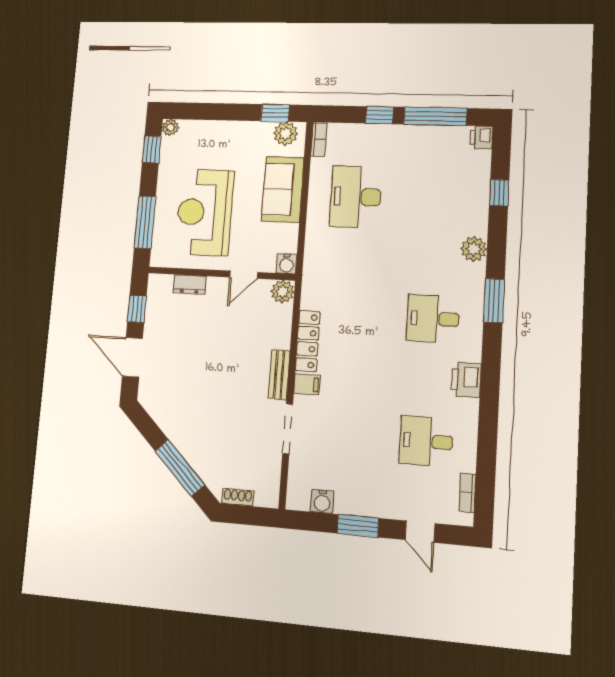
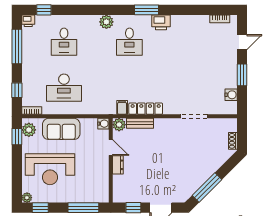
window: (379, 115) -> (17, 90), moved
window: (499, 193) -> (44, 10), moved
reception desk: (205, 212) -> (50, 169), moved
plant: (474, 249) -> (106, 22), moved
dresser: (190, 284) -> (118, 165), moved
window: (494, 301) -> (146, 10), moved
bench: (279, 375) -> (140, 123), moved
filing cabinet: (307, 384) -> (122, 107), moved
desk: (426, 441) -> (64, 42), moved
window: (180, 468) -> (207, 188), moved

